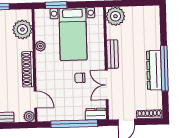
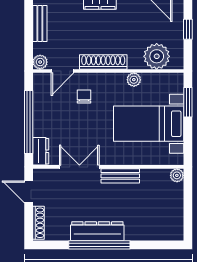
plant: (115, 16) -> (177, 175), width x0.53, depth x0.53
chair: (80, 78) -> (84, 97), moved

